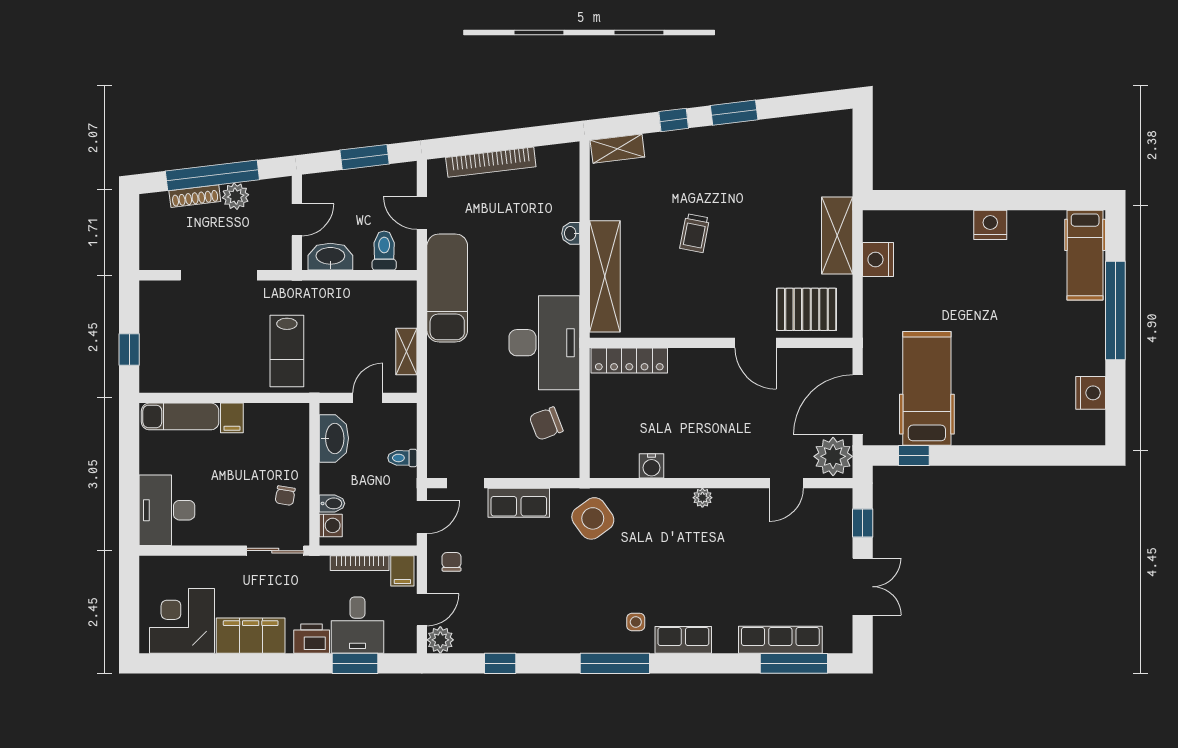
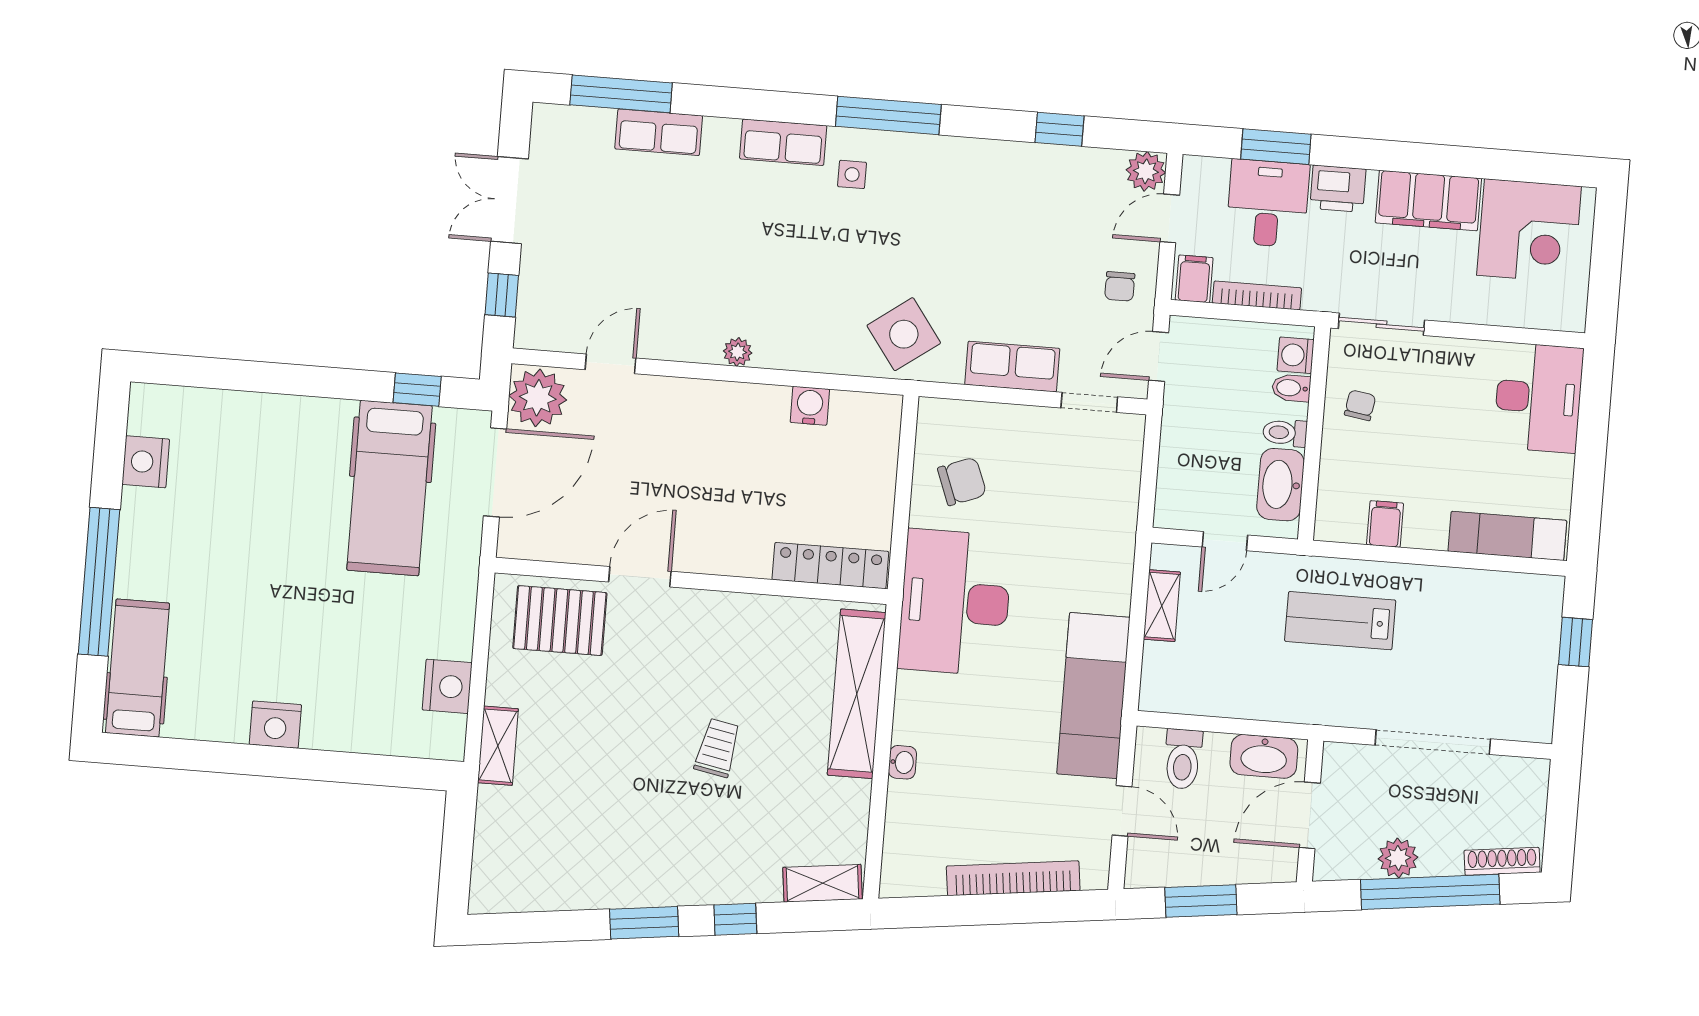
shoe rack: (195, 196) -> (1502, 861), moved
door: (297, 220) -> (1310, 815), width x1.38
shelving: (837, 236) -> (498, 746), width x0.67, depth x0.75
door: (756, 343) -> (640, 577), hinge flipped
lab bench: (287, 351) -> (1340, 621), turned -90
filing cabinet: (232, 418) -> (1385, 524), moved
toilet: (402, 458) -> (1285, 433), moved, turned 180
row of seats: (780, 640) -> (659, 132), width x0.68

